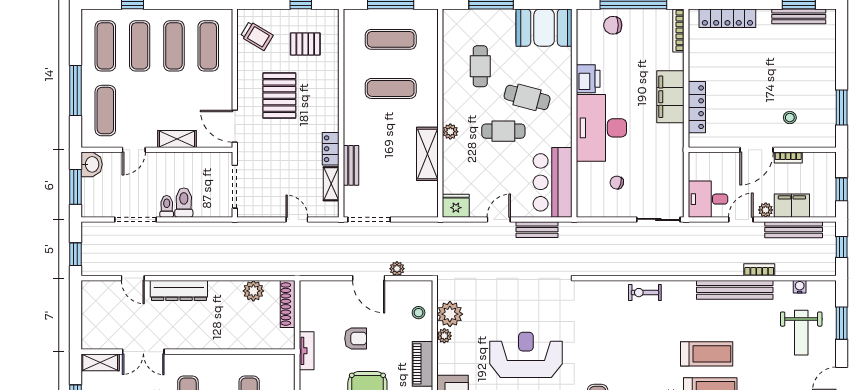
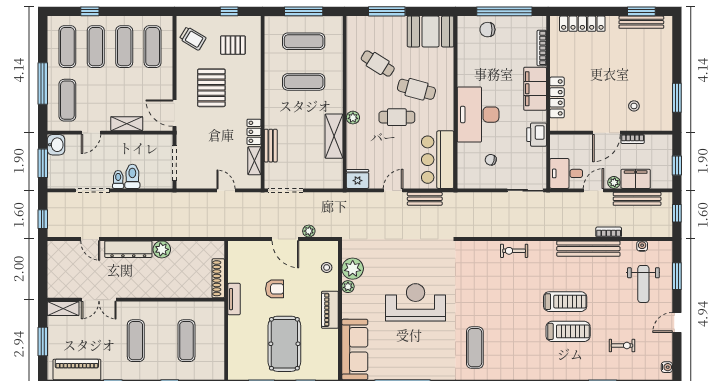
bookcase: (678, 30) -> (542, 48), moved
cafe table: (480, 66) -> (378, 64), turned -58
printer: (588, 79) -> (537, 135), moved, turned 180
plant: (253, 291) -> (162, 249), moved
shoe rack: (288, 304) -> (218, 278), moved

